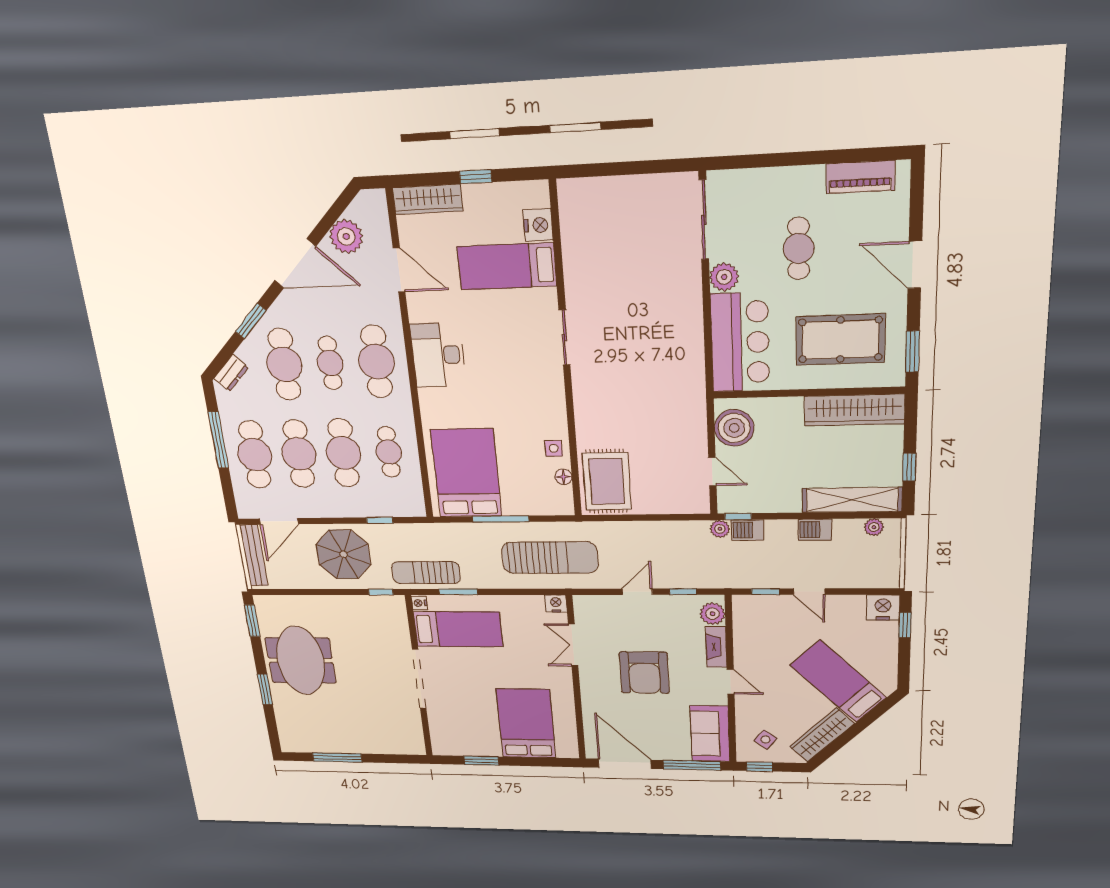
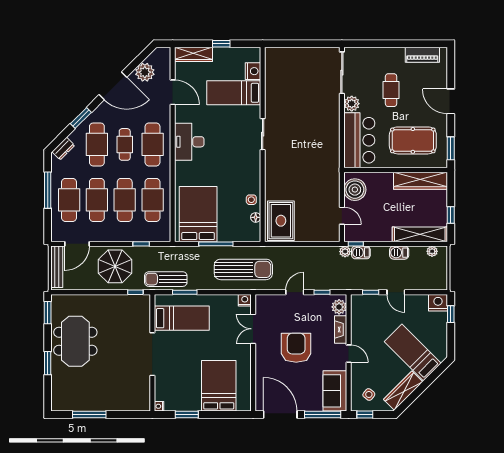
cafe table: (389, 452) -> (153, 200), width x1.37, depth x1.35
nightstand: (419, 603) -> (159, 406), moved
armchair: (644, 673) -> (296, 348), turned 180

